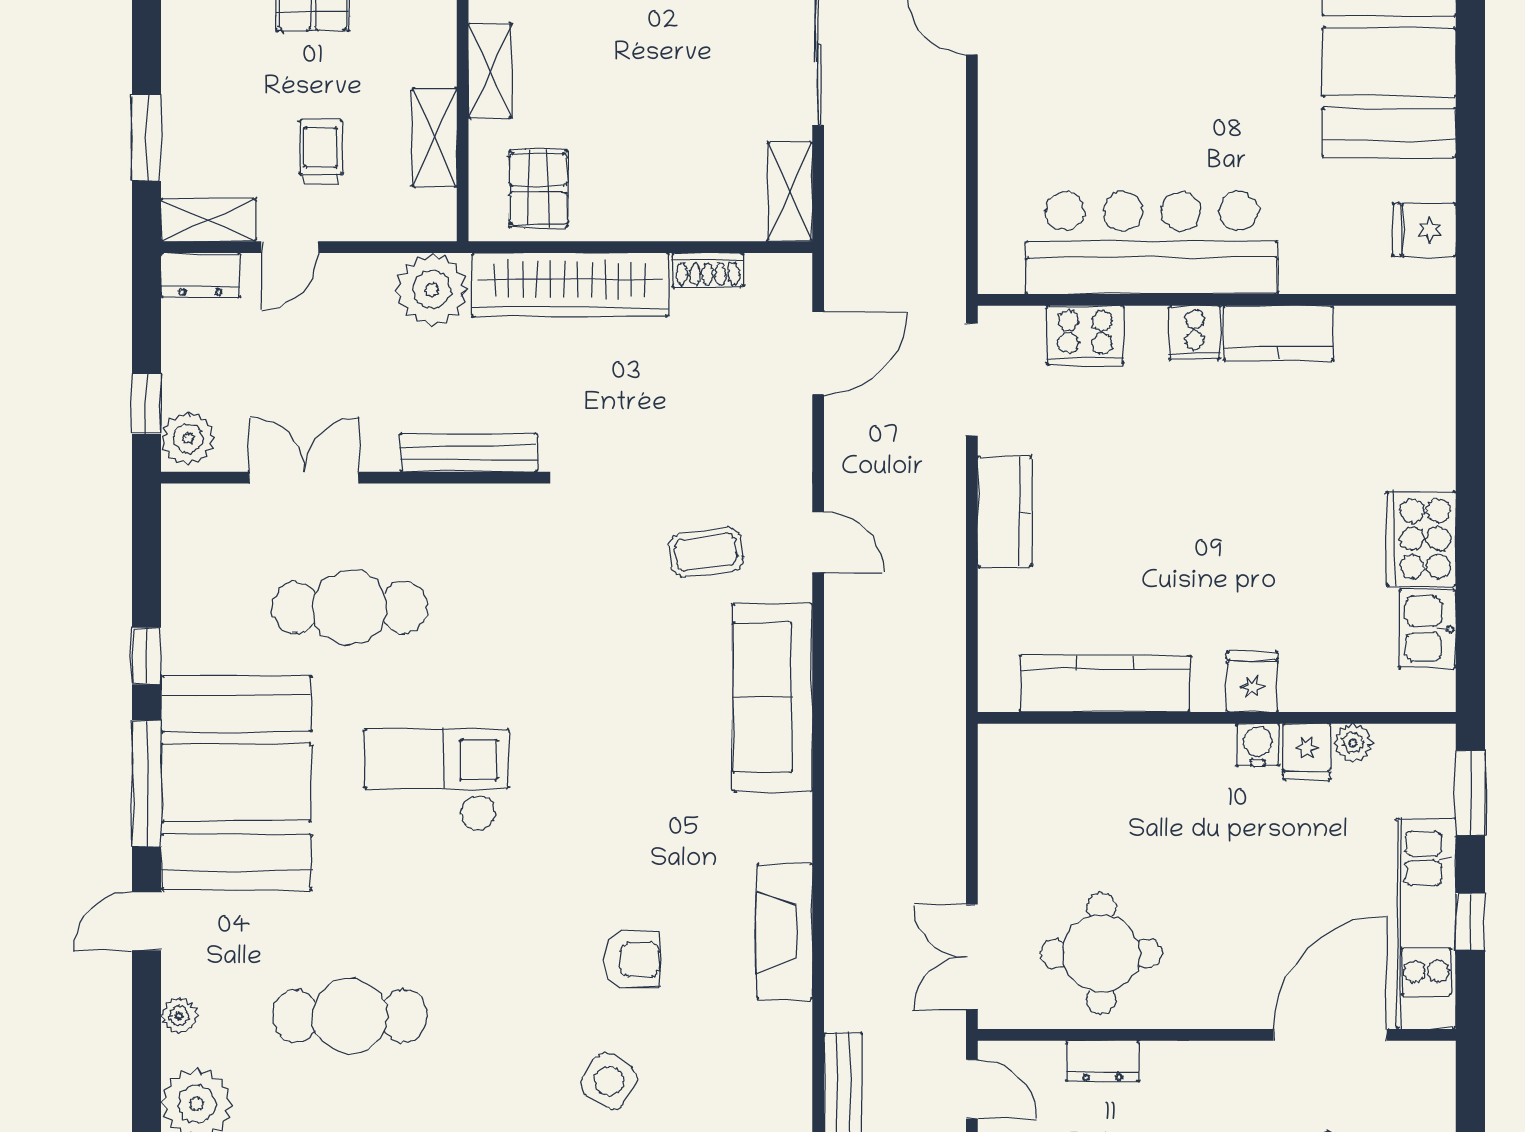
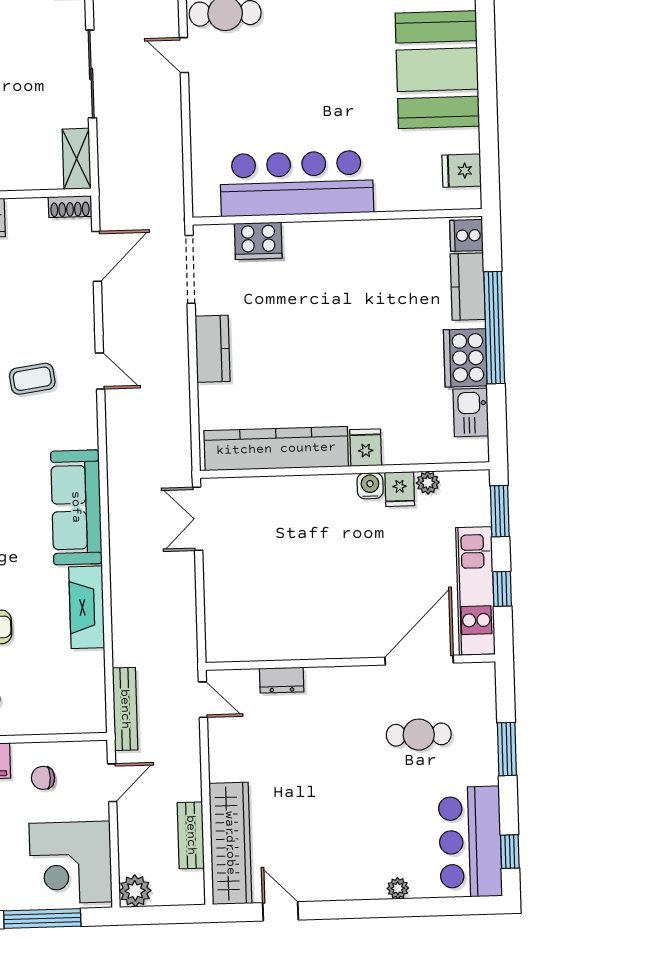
shoe rack: (708, 270) -> (70, 207), moved
cooker: (1194, 333) -> (466, 235), moved, turned 90
kitchen counter: (1279, 333) -> (468, 287), moved, turned 90
window: (1470, 490) -> (494, 328), added
kitchen counter: (1105, 684) -> (276, 449), width x1.39, depth x1.17
sofa: (772, 697) -> (76, 507), moved
round table: (1101, 953) -> (279, 615), removed
double door: (972, 957) -> (198, 519), moved

